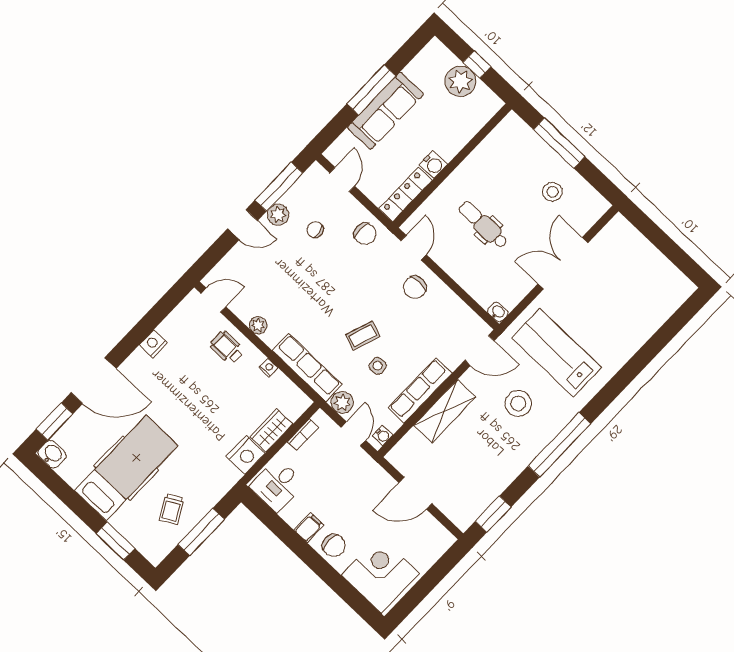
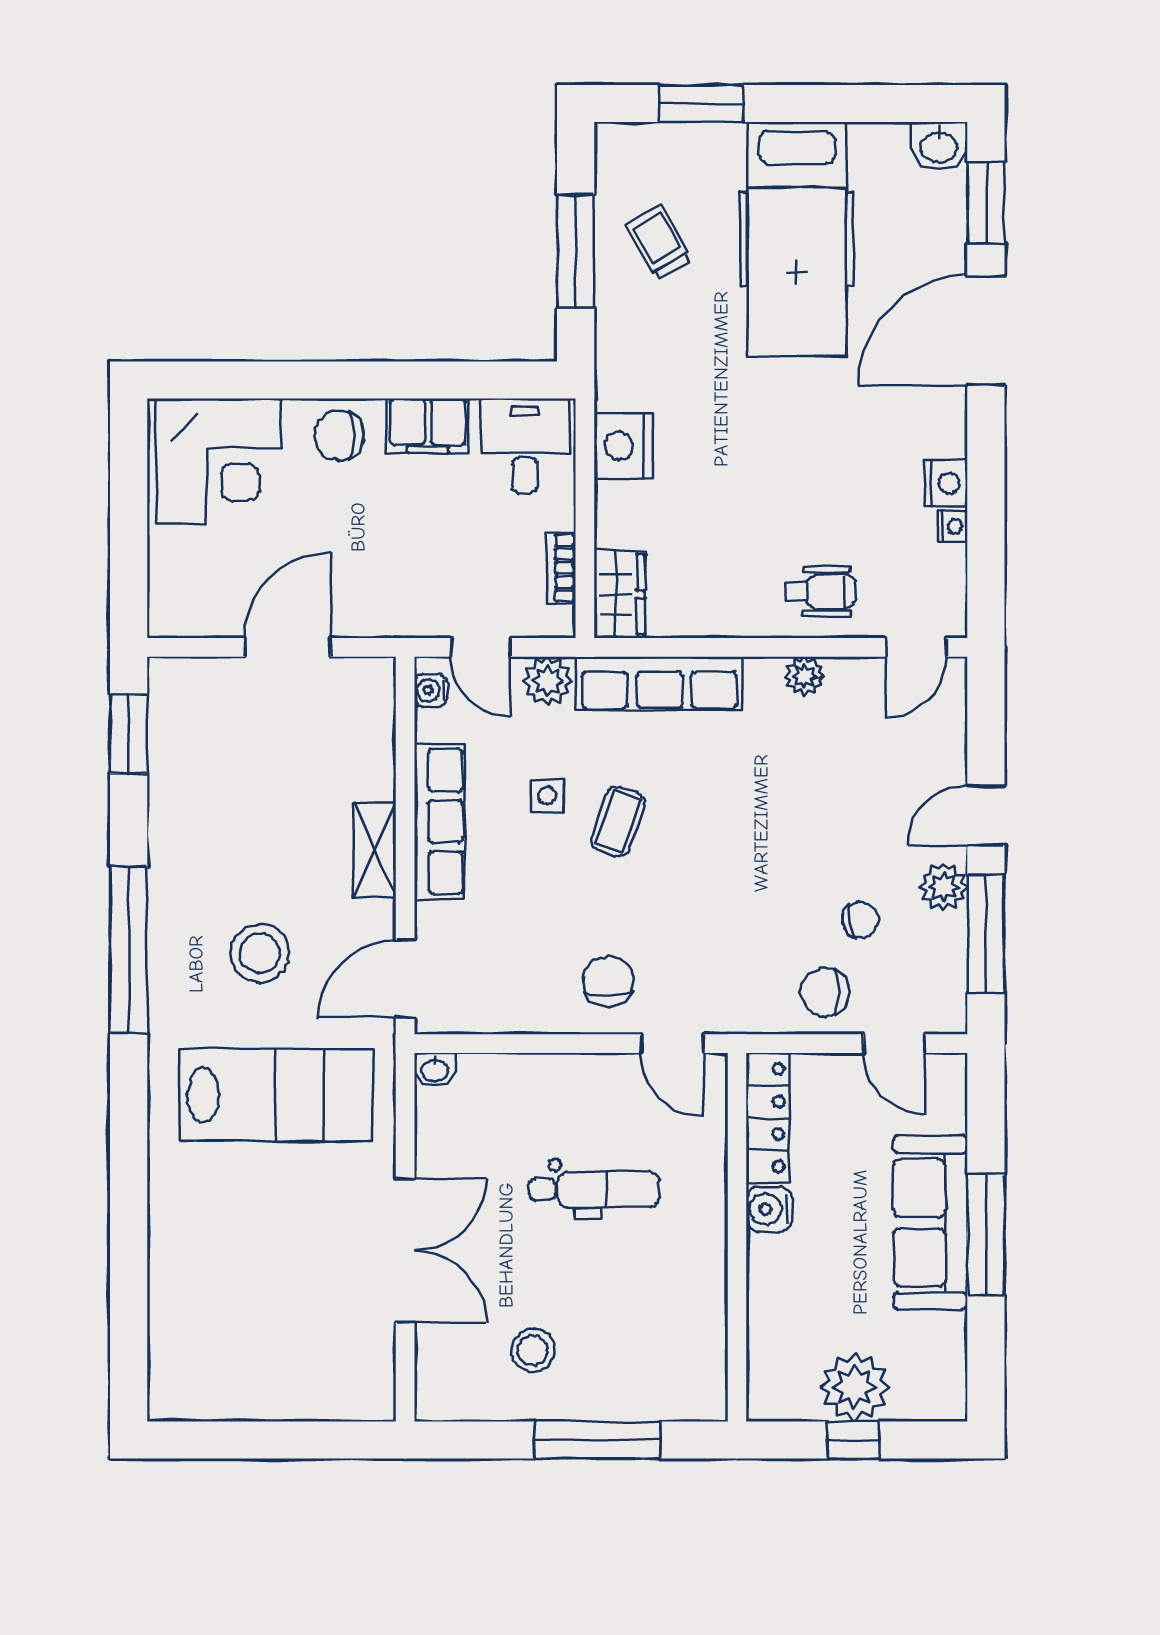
chair: (365, 234) -> (825, 992), moved
nightstand: (268, 368) -> (952, 526), moved, turned -90
shelving: (445, 411) -> (375, 850), width x0.67, depth x0.75
wardrobe: (271, 430) -> (619, 594), moved
filing cabinet: (309, 528) -> (428, 426), width x2.00

